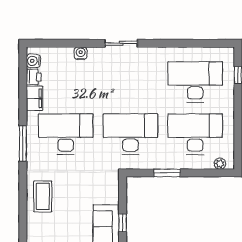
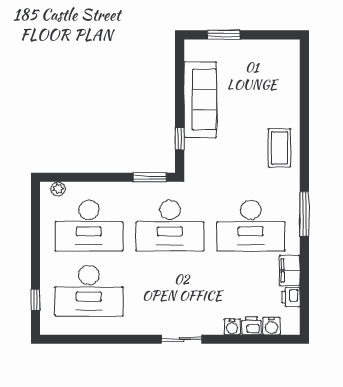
printer: (65, 54) -> (251, 326), added
water cooler: (33, 61) -> (271, 326), moved, turned 90
window: (167, 173) -> (150, 177), moved
window: (123, 223) -> (180, 139), moved

